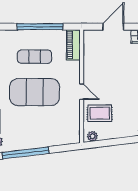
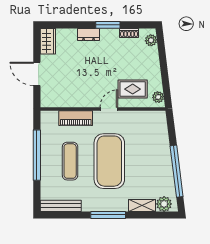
piano: (73, 45) -> (76, 118), moved
rug: (100, 113) -> (133, 89), turned 90

